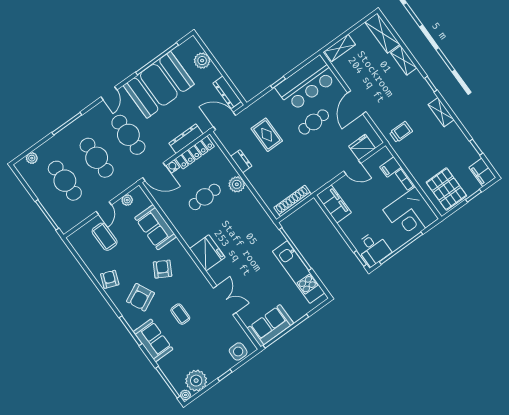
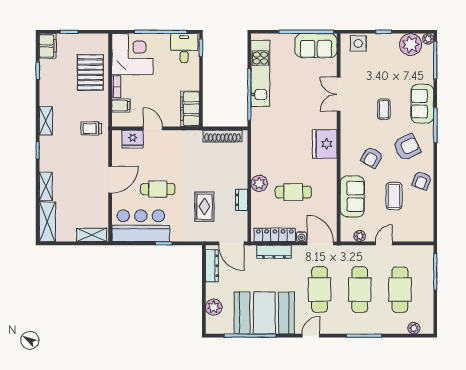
pallet: (446, 189) -> (90, 72), moved
coffee table: (105, 237) -> (394, 196), moved

